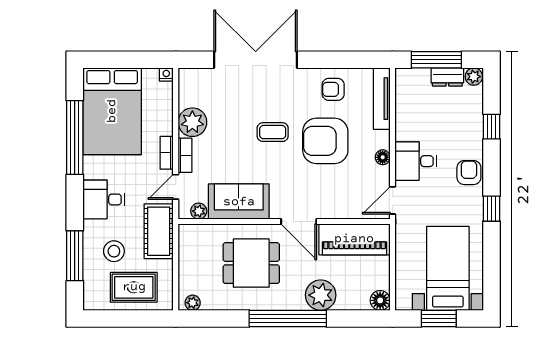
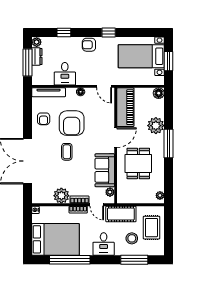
desk: (416, 161) -> (65, 74), moved
window: (288, 318) -> (168, 144), width x0.68

